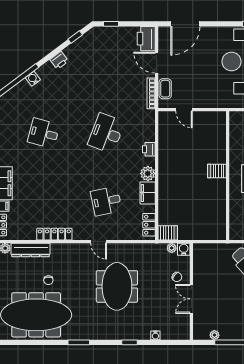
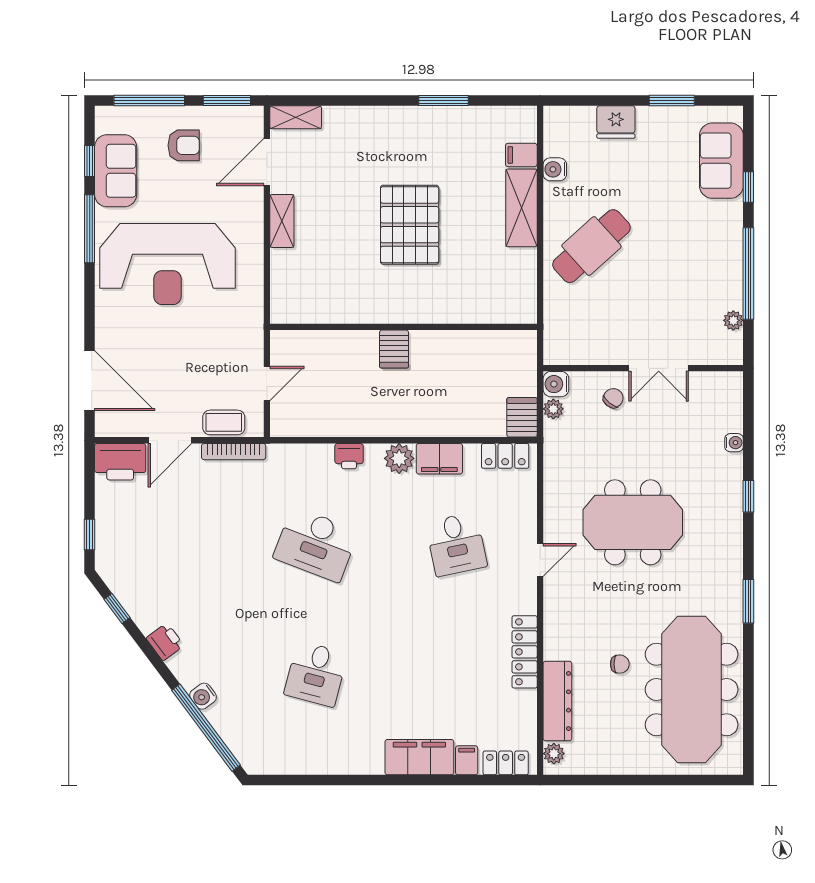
server rack: (217, 171) -> (394, 349), moved
wall: (228, 176) -> (403, 327), moved

